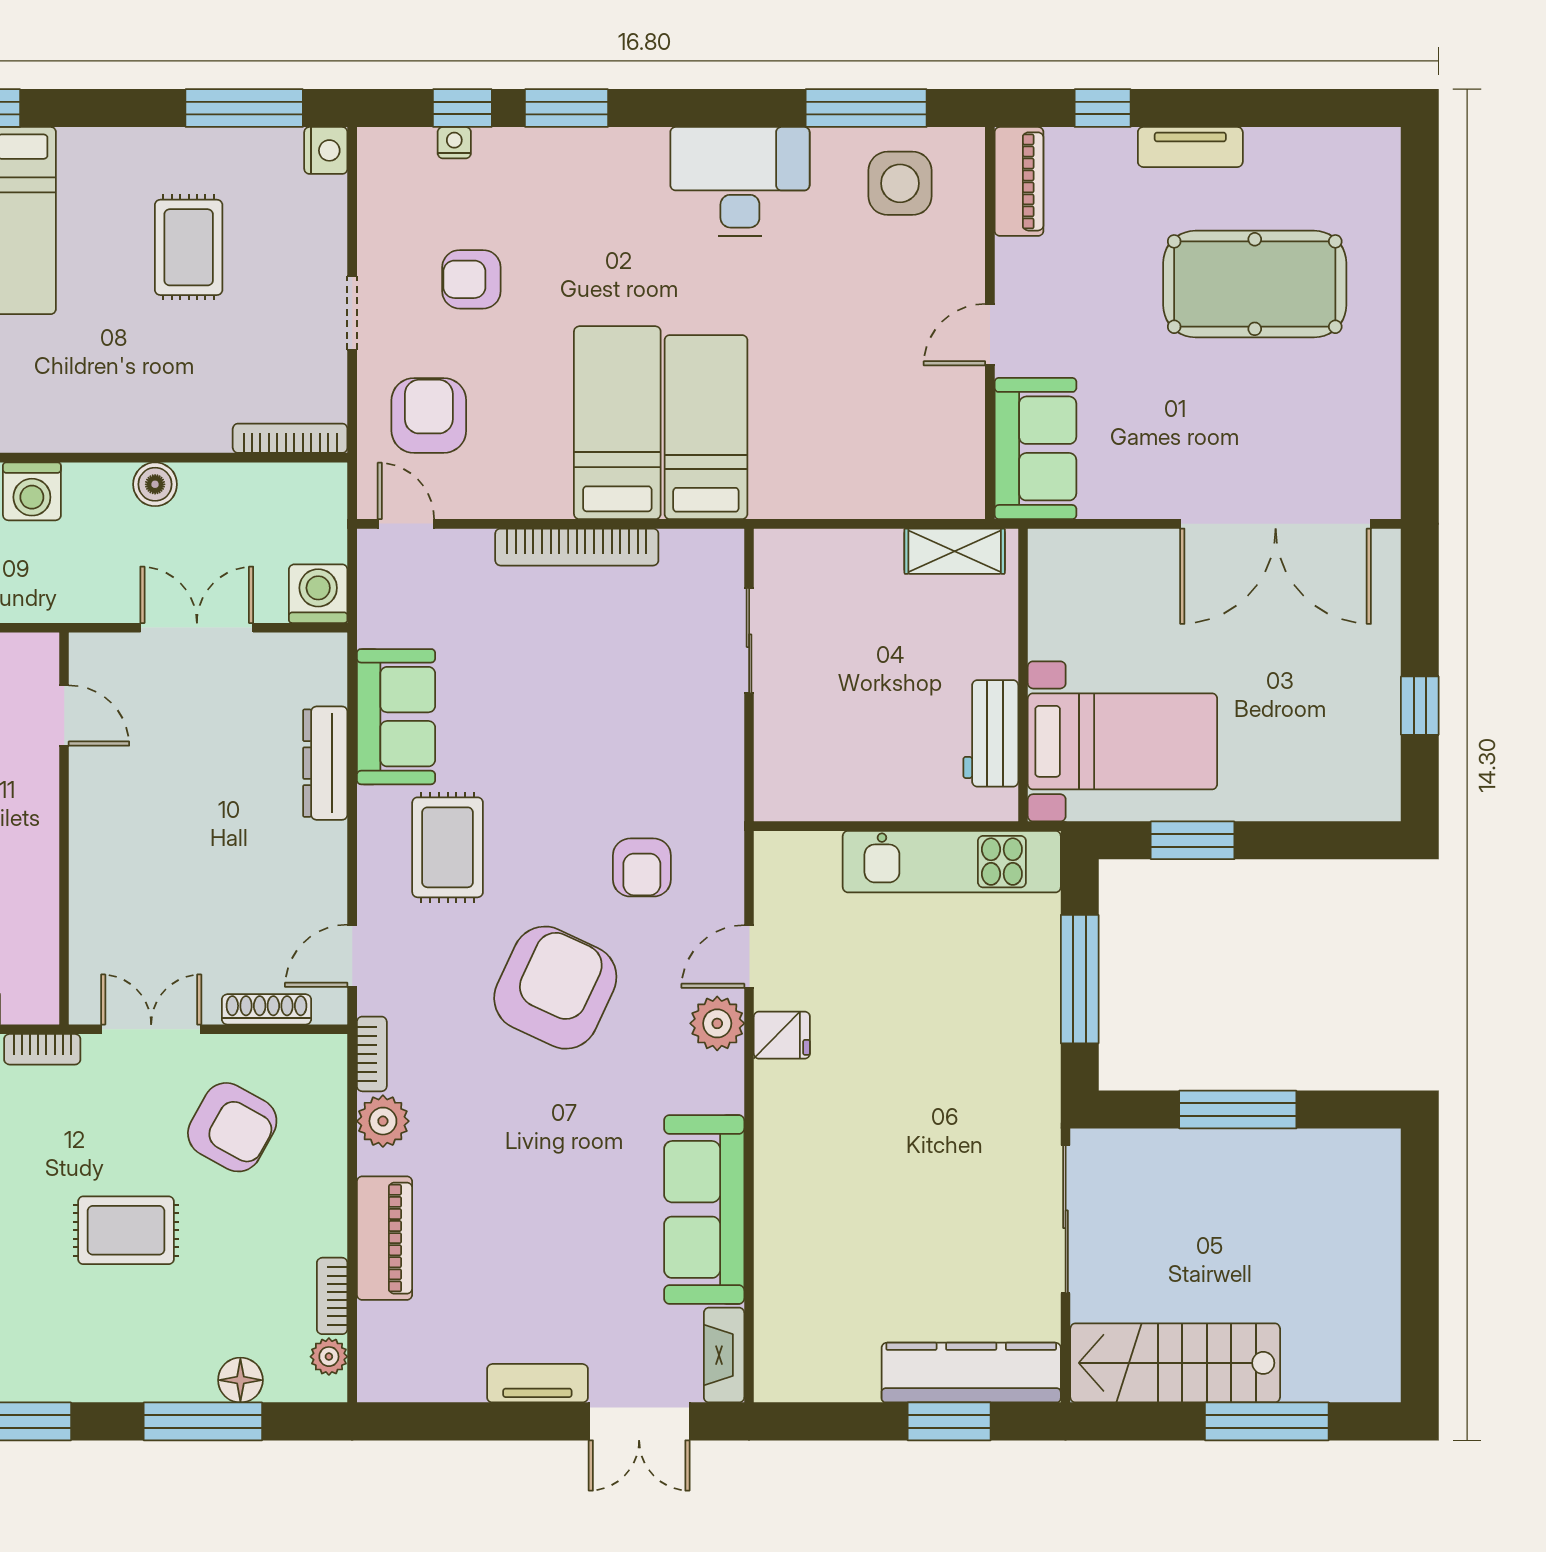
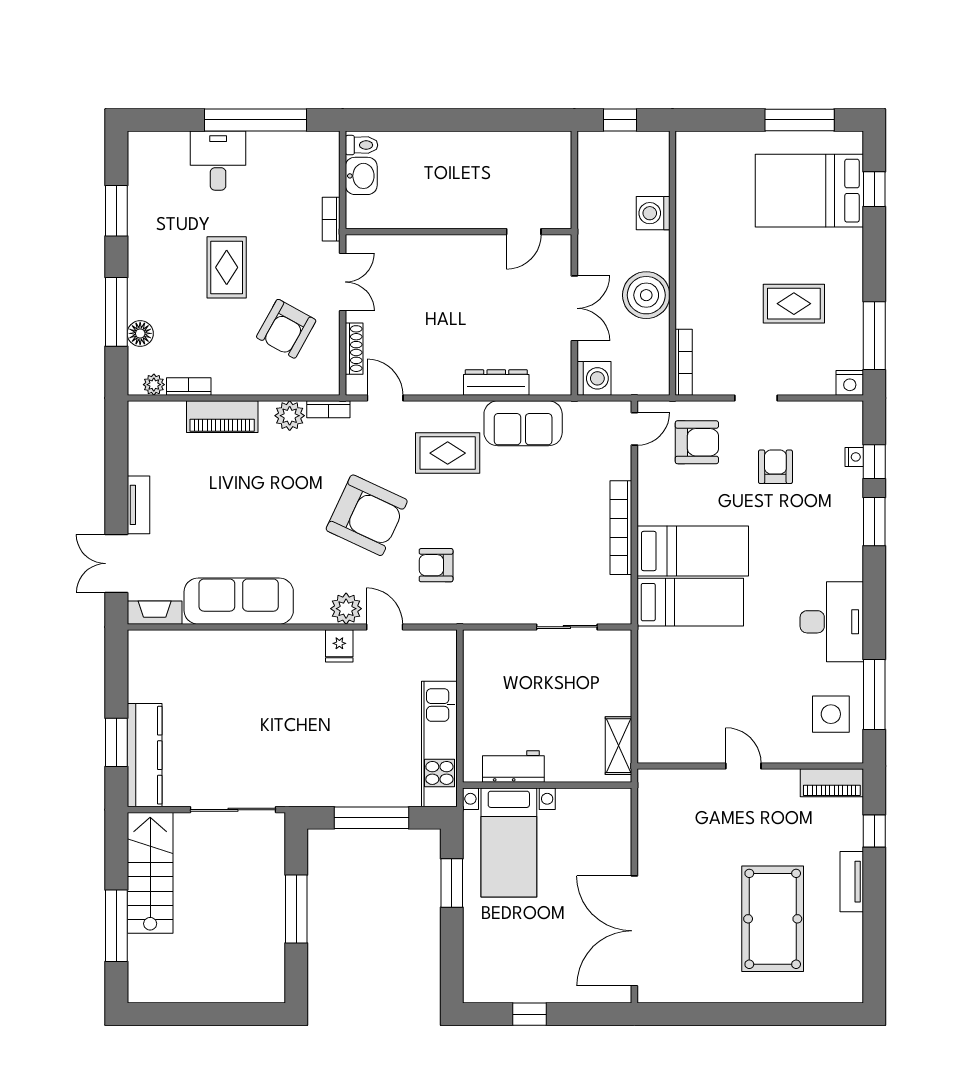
sofa: (1035, 448) -> (678, 792), removed
boiler: (155, 484) -> (646, 295), width x1.86, depth x1.86

